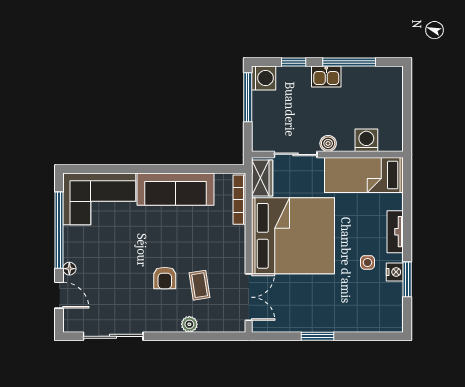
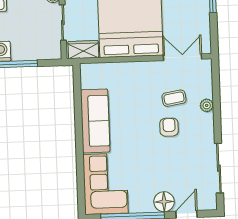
bookcase: (239, 200) -> (102, 68), removed
floor lamp: (69, 269) -> (164, 202), width x1.89, depth x1.89
armchair: (165, 278) -> (169, 127), turned -90

